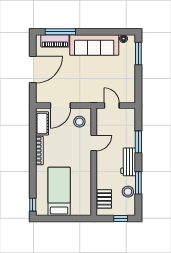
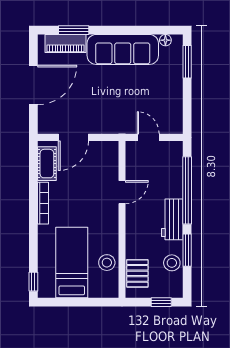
window: (60, 32) -> (74, 30), width x0.69
stool: (79, 122) -> (107, 263), moved
window: (138, 142) -> (187, 190), width x2.11

